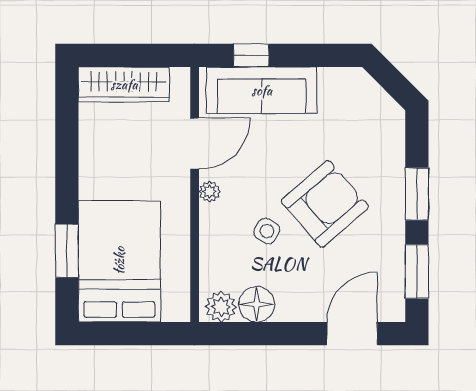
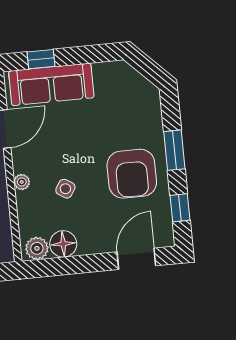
plant: (210, 192) -> (22, 182), moved
armchair: (325, 204) -> (132, 174), moved, turned 131
window: (417, 271) -> (180, 208), width x0.67

